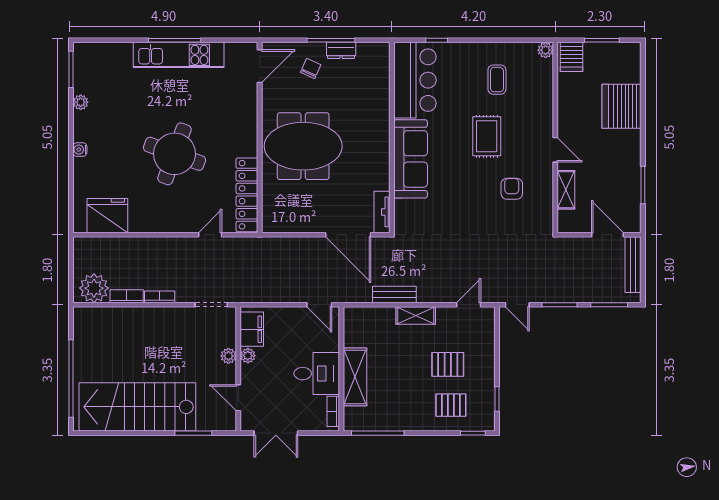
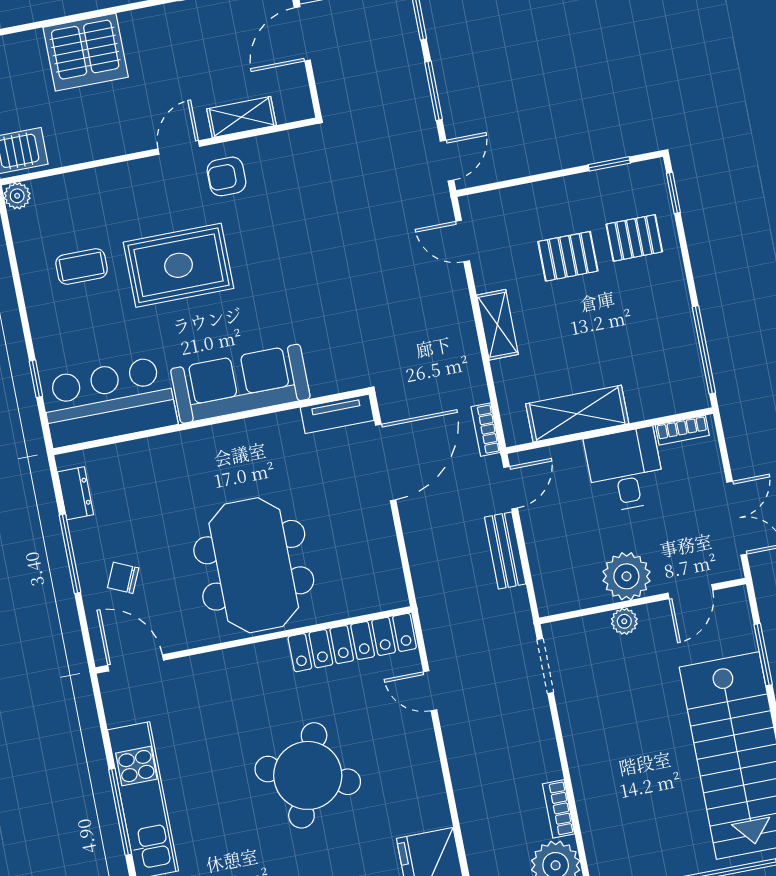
dresser: (341, 50) -> (76, 493), moved
rug: (487, 136) -> (179, 265), width x1.36, depth x1.43
armchair: (512, 189) -> (226, 176), moved
bench: (394, 294) -> (505, 551), moved
bookcase: (160, 297) -> (486, 430), moved
filing cabinet: (252, 329) -> (573, 591), removed
plant: (248, 356) -> (626, 576), width x1.87, depth x1.87
pallet: (448, 364) -> (568, 256), turned 90
shelving: (355, 377) -> (577, 414), moved
pallet: (451, 405) -> (634, 238), turned 90

